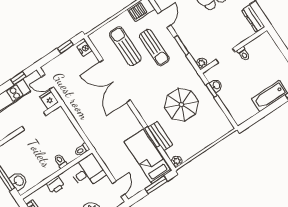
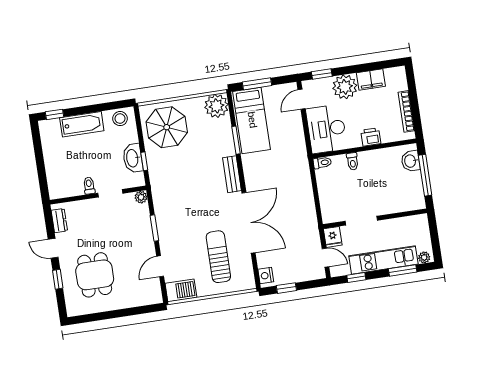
dresser: (253, 18) -> (59, 221), width x0.70
sun lounger: (125, 46) -> (218, 257), turned 180
sun lounger: (154, 48) -> (186, 240), removed
washbasin: (216, 85) -> (133, 158), width x1.91, depth x1.45
parasol: (181, 105) -> (167, 127), moved
stool: (244, 113) -> (120, 119), added
bench: (160, 136) -> (232, 174), moved
plant: (177, 161) -> (216, 106), width x1.88, depth x1.88
desk: (88, 172) -> (326, 129), width x1.37

